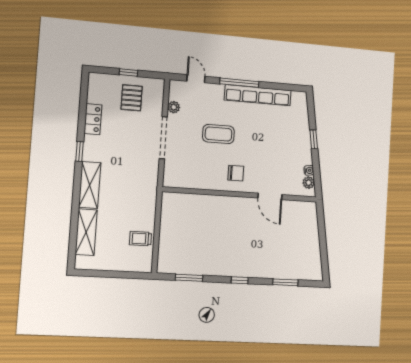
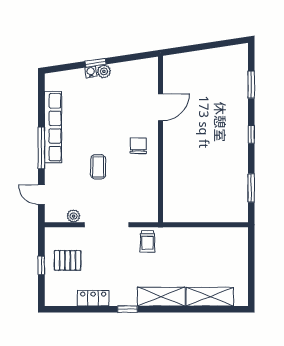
door: (196, 79) -> (41, 195), hinge flipped
coffee table: (218, 134) -> (98, 167), width x0.73, depth x0.77
water cooler: (309, 170) -> (91, 72), moved
plant: (309, 183) -> (104, 71), moved
trolley: (141, 239) -> (148, 241), moved

